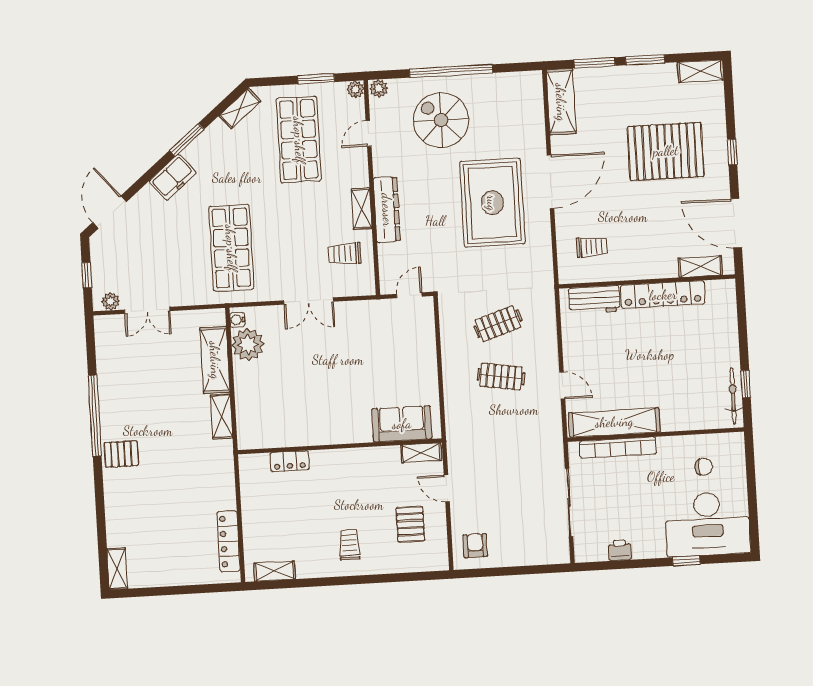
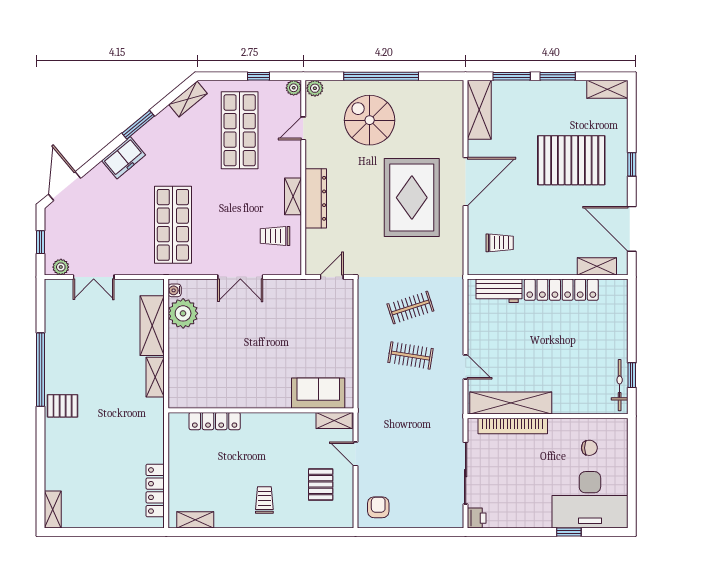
window: (316, 79) -> (258, 76), width x0.67
locker: (290, 461) -> (215, 421), width x1.53
printer: (620, 550) -> (477, 518), moved, turned 90

